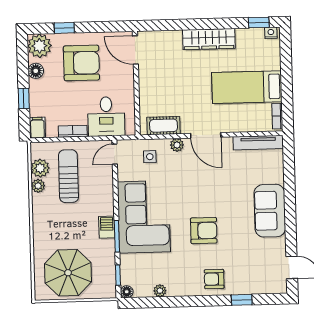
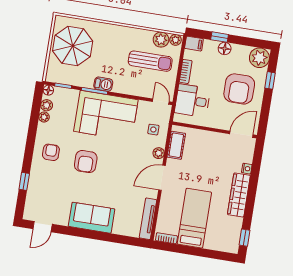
nightstand: (271, 33) -> (247, 169), moved
floor lamp: (36, 71) -> (225, 48), moved
plant: (38, 186) -> (176, 40), moved
armchair: (214, 279) -> (51, 152), moved
plant: (145, 290) -> (47, 105), added

